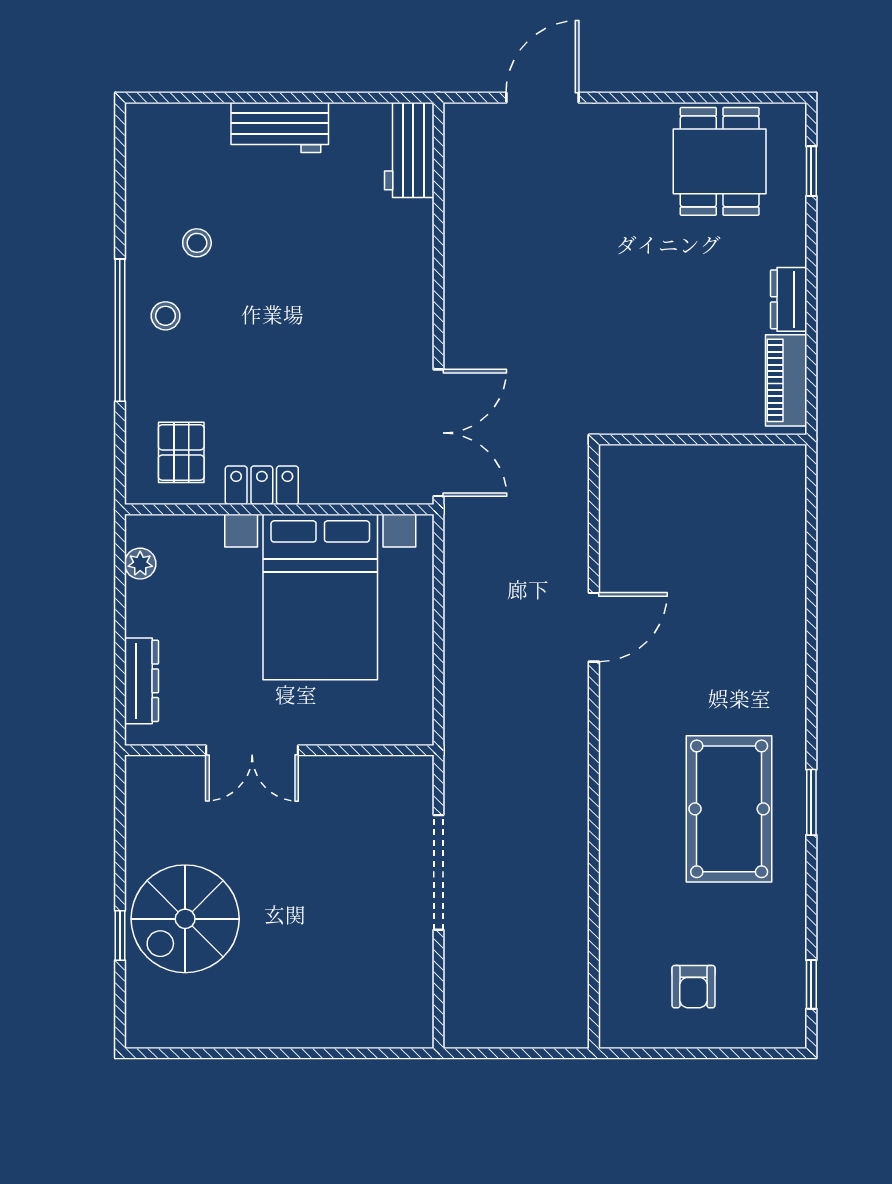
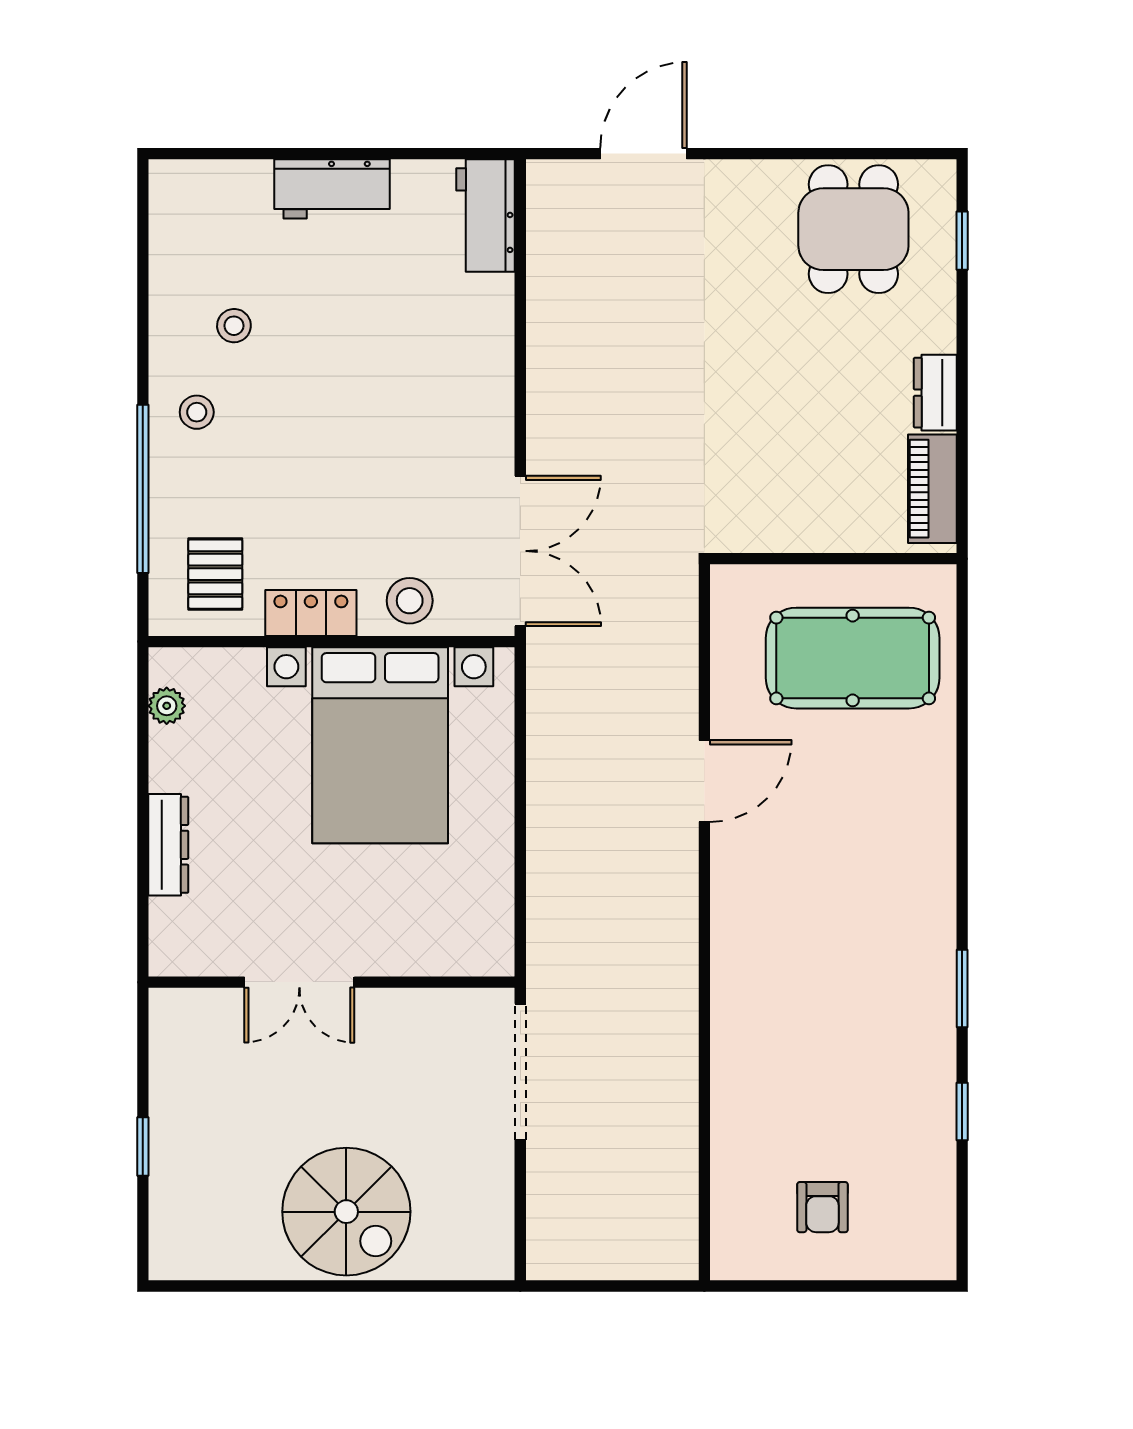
window: (120, 330) -> (143, 489), moved
stool: (345, 475) -> (410, 601), added
double door: (252, 750) -> (299, 982), moved
wall: (279, 750) -> (332, 982), moved
pool table: (729, 809) -> (853, 658), moved, turned 90
spiral stairs: (185, 919) -> (346, 1212), moved, turned -90
window: (811, 984) -> (962, 1112), moved

